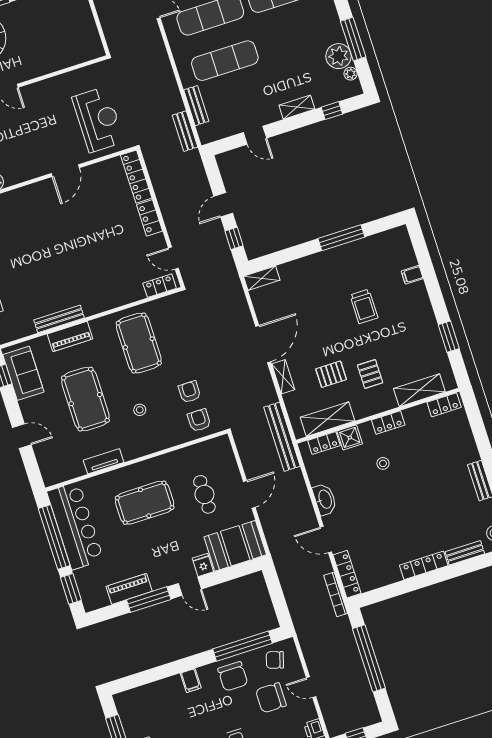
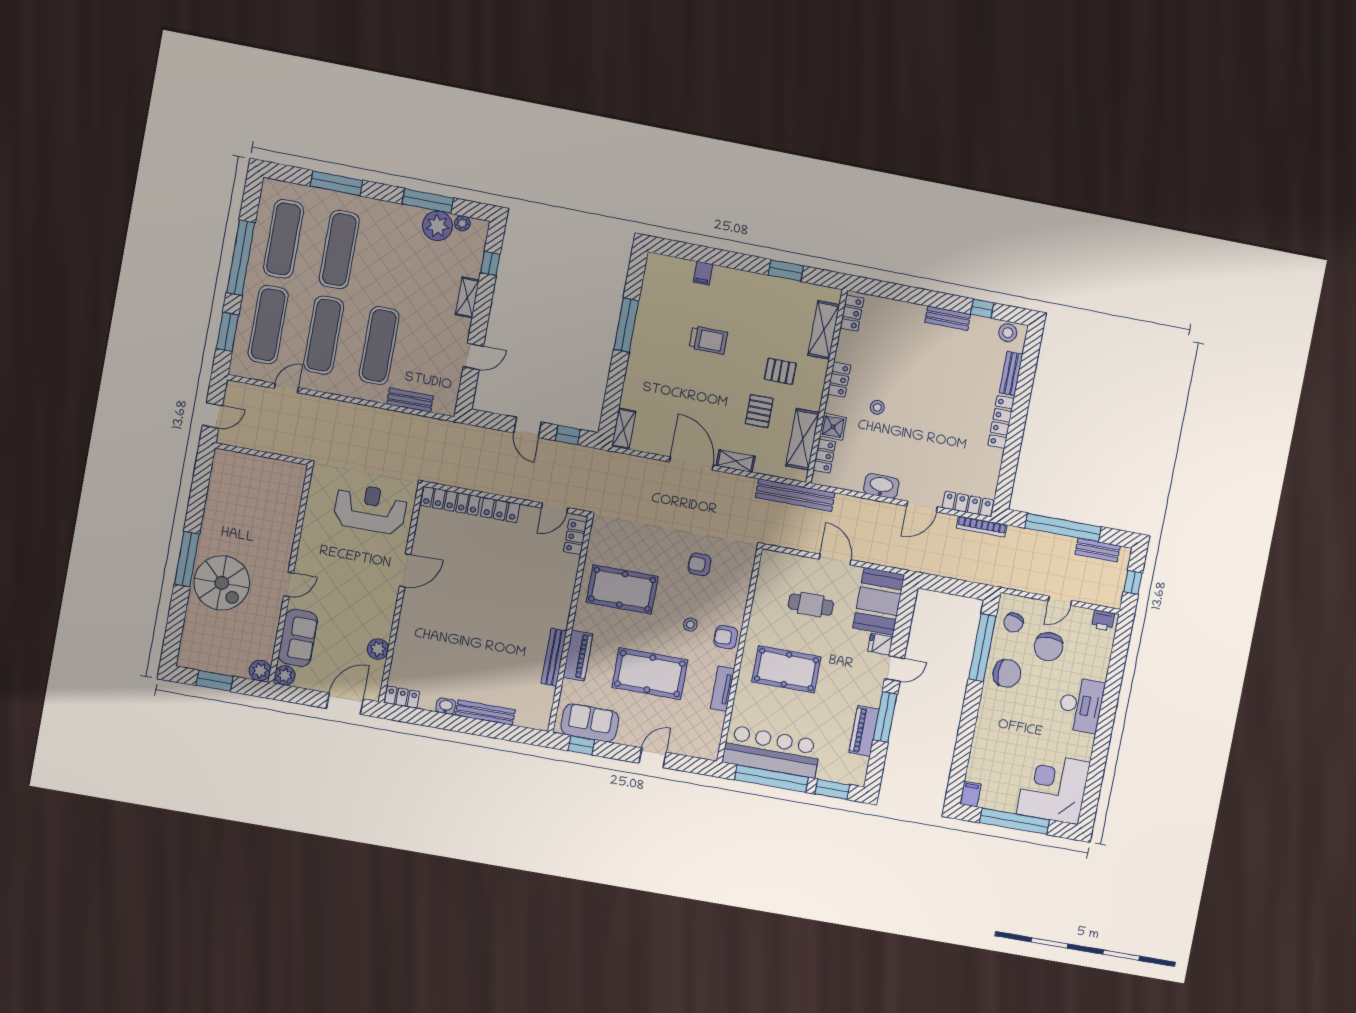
bench: (185, 131) -> (1098, 550), moved
door: (65, 171) -> (405, 570), hinge flipped
armchair: (199, 420) -> (726, 637), moved
pool table: (145, 503) -> (786, 669), turned 90
filing cabinet: (191, 681) -> (970, 794), moved, turned -90

